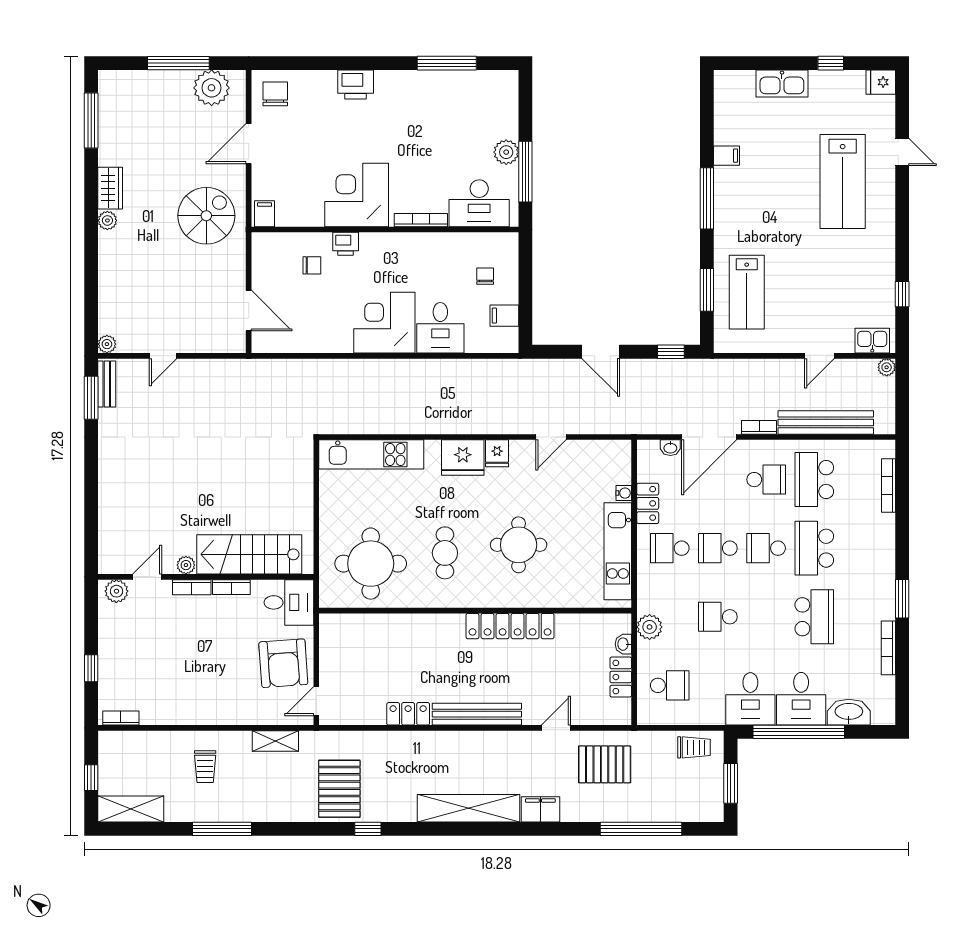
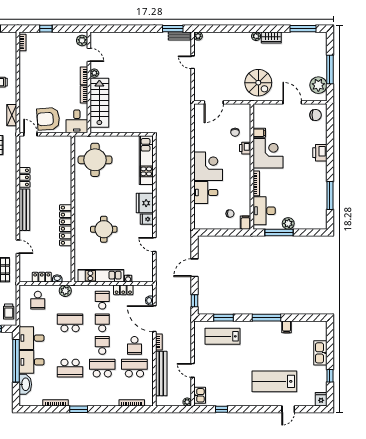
filing cabinet: (265, 214) -> (259, 133), moved
filing cabinet: (504, 316) -> (245, 223), moved
cafe table: (445, 553) -> (100, 195), removed
school desk: (718, 617) -> (70, 323), width x1.85

